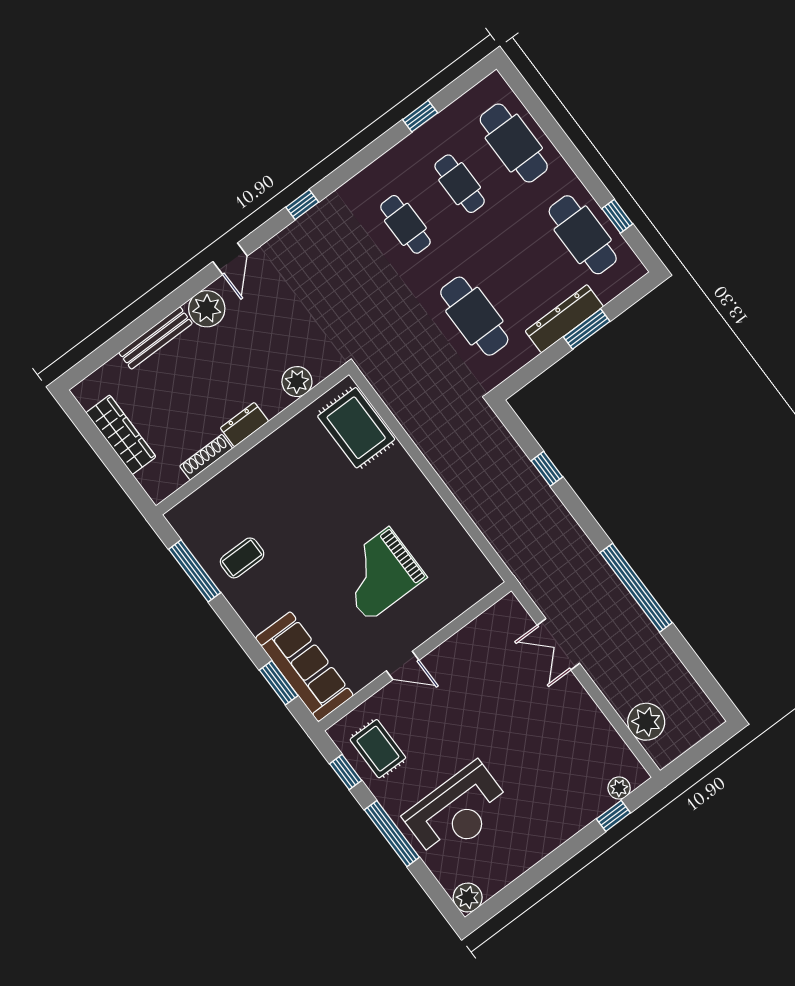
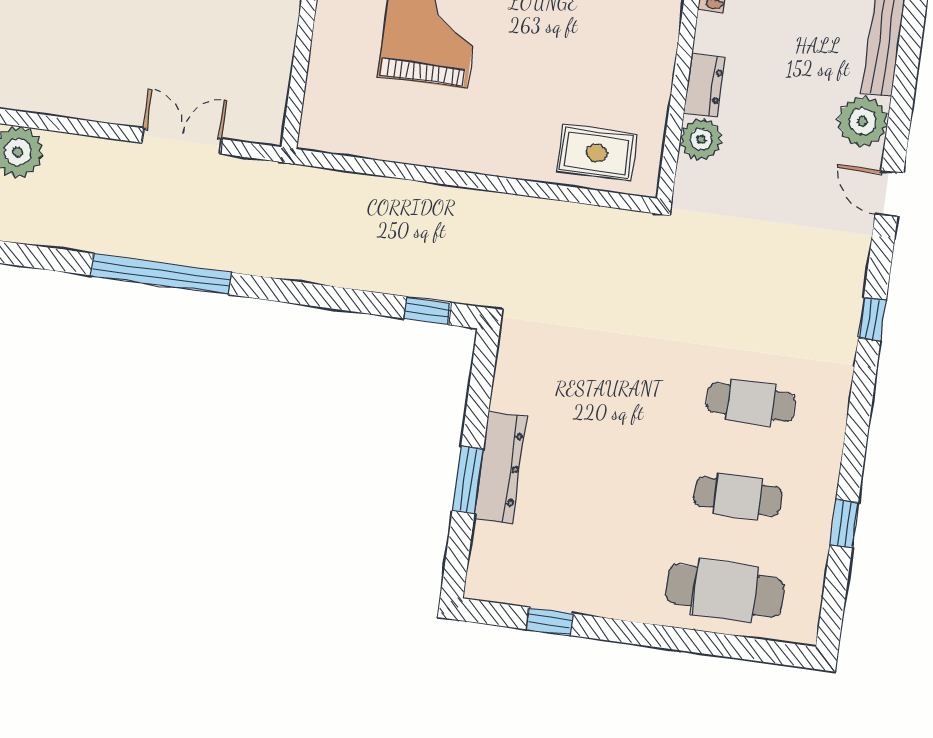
cafe table: (583, 235) -> (566, 569), removed
cafe table: (474, 316) -> (591, 381), removed
dresser: (244, 425) -> (704, 85), moved
rug: (356, 428) -> (597, 153), width x0.73, depth x0.70
window: (547, 469) -> (428, 311), moved

